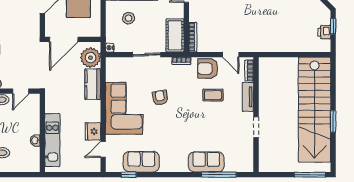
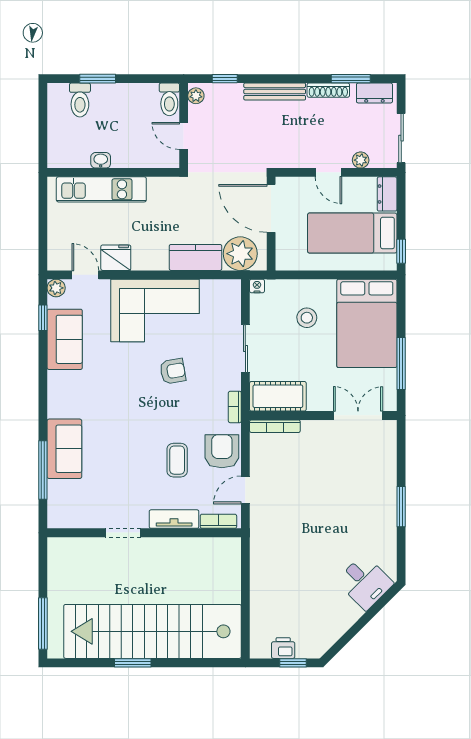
plant: (111, 167) -> (56, 288), added

